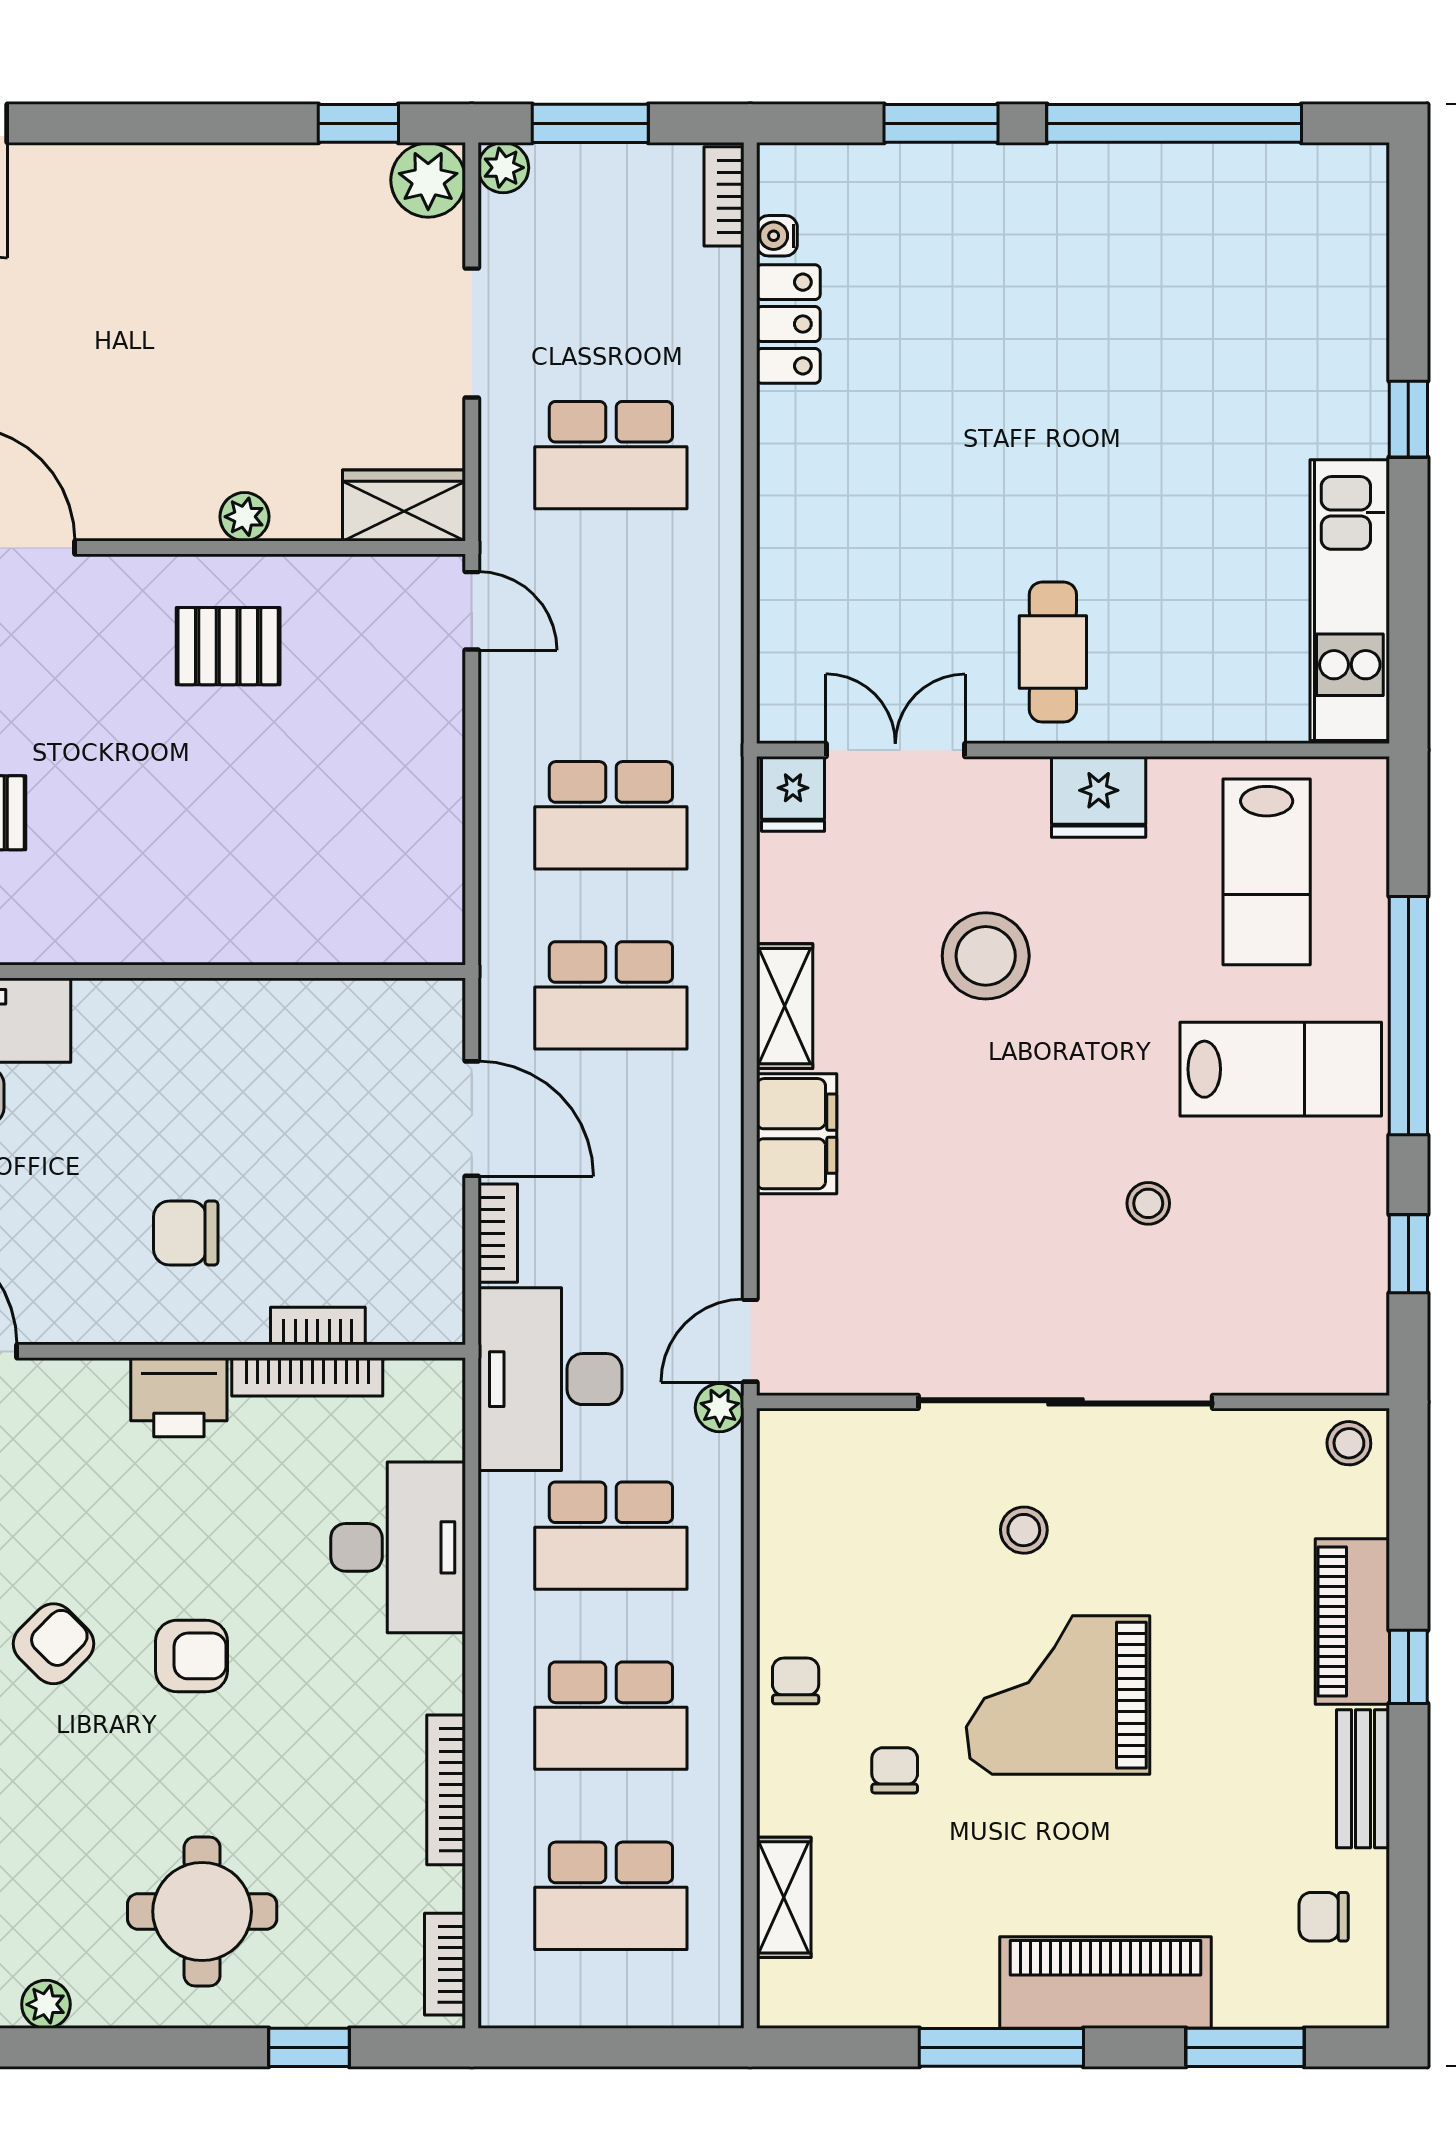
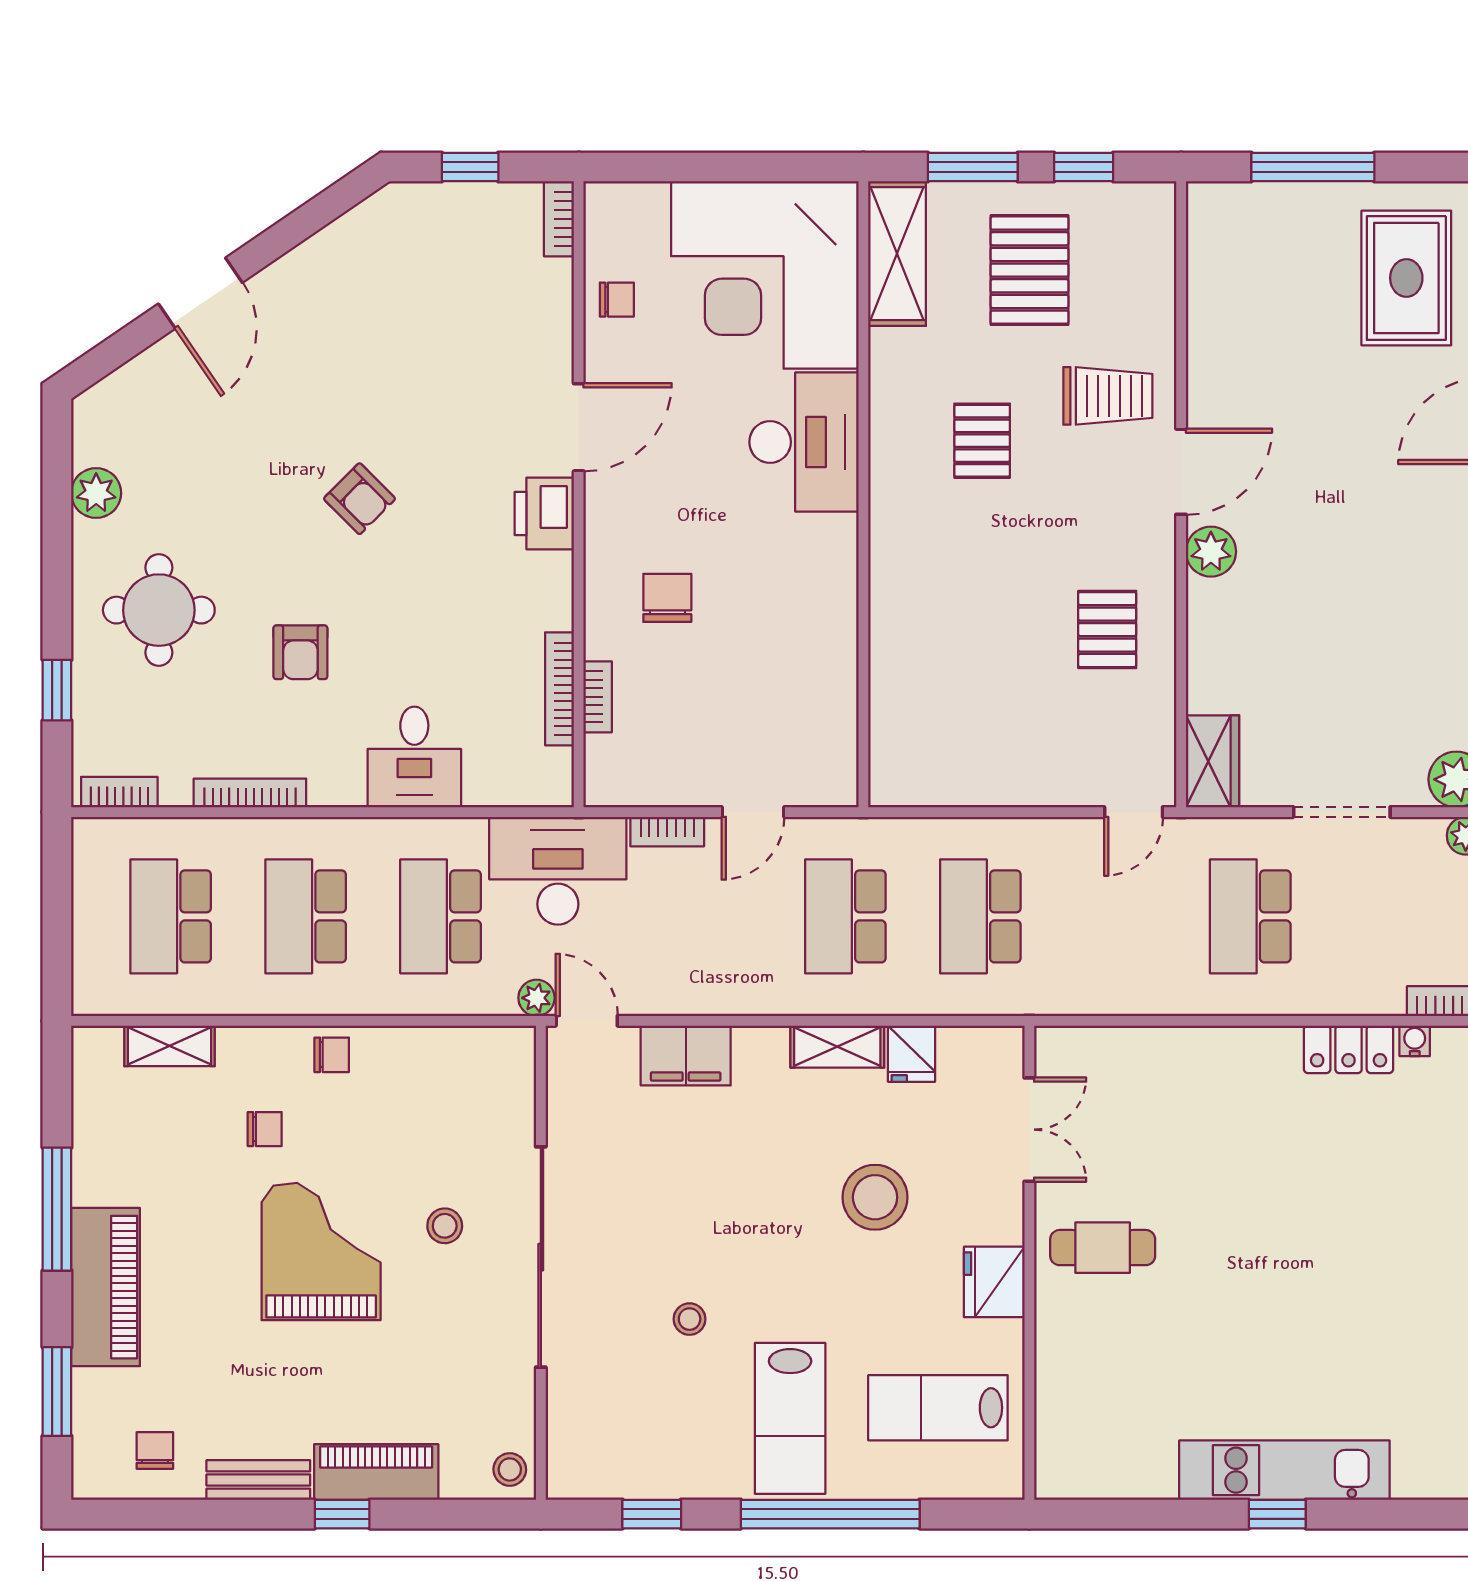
plant: (244, 517) -> (1211, 552), moved, width x1.38, depth x1.38
kitchen unit: (1350, 600) -> (1284, 1470), moved
fridge: (793, 794) -> (912, 1054), moved, turned -90
door: (472, 1119) -> (753, 812), width x0.73
filing cabinet: (797, 1134) -> (686, 1056), moved
printer: (179, 1397) -> (544, 513), moved
desk: (398, 1547) -> (414, 757), width x0.73
armchair: (191, 1656) -> (300, 652), moved
plant: (46, 2004) -> (96, 493), width x1.38, depth x1.38

